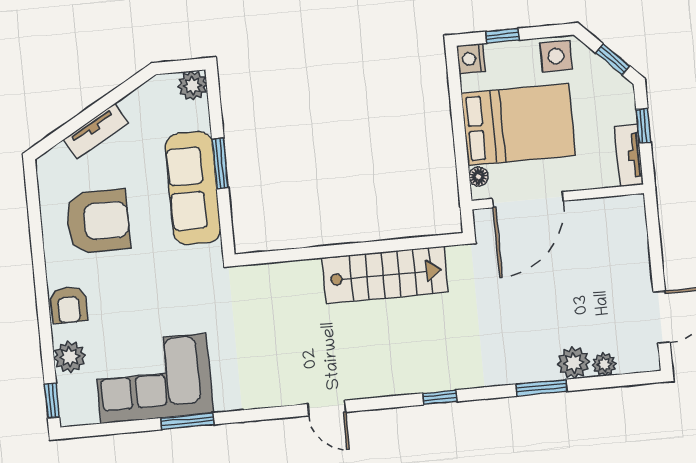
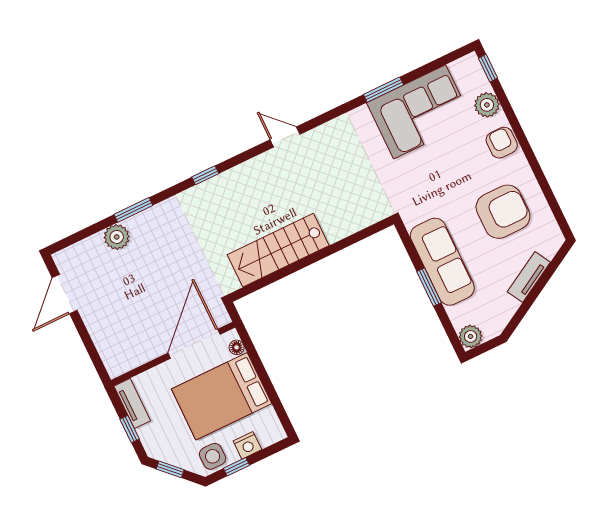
window: (502, 36) -> (236, 467), moved
nightstand: (471, 59) -> (247, 445), moved, turned 90
armchair: (98, 221) -> (503, 212), turned 180
plant: (604, 364) -> (94, 244), removed

